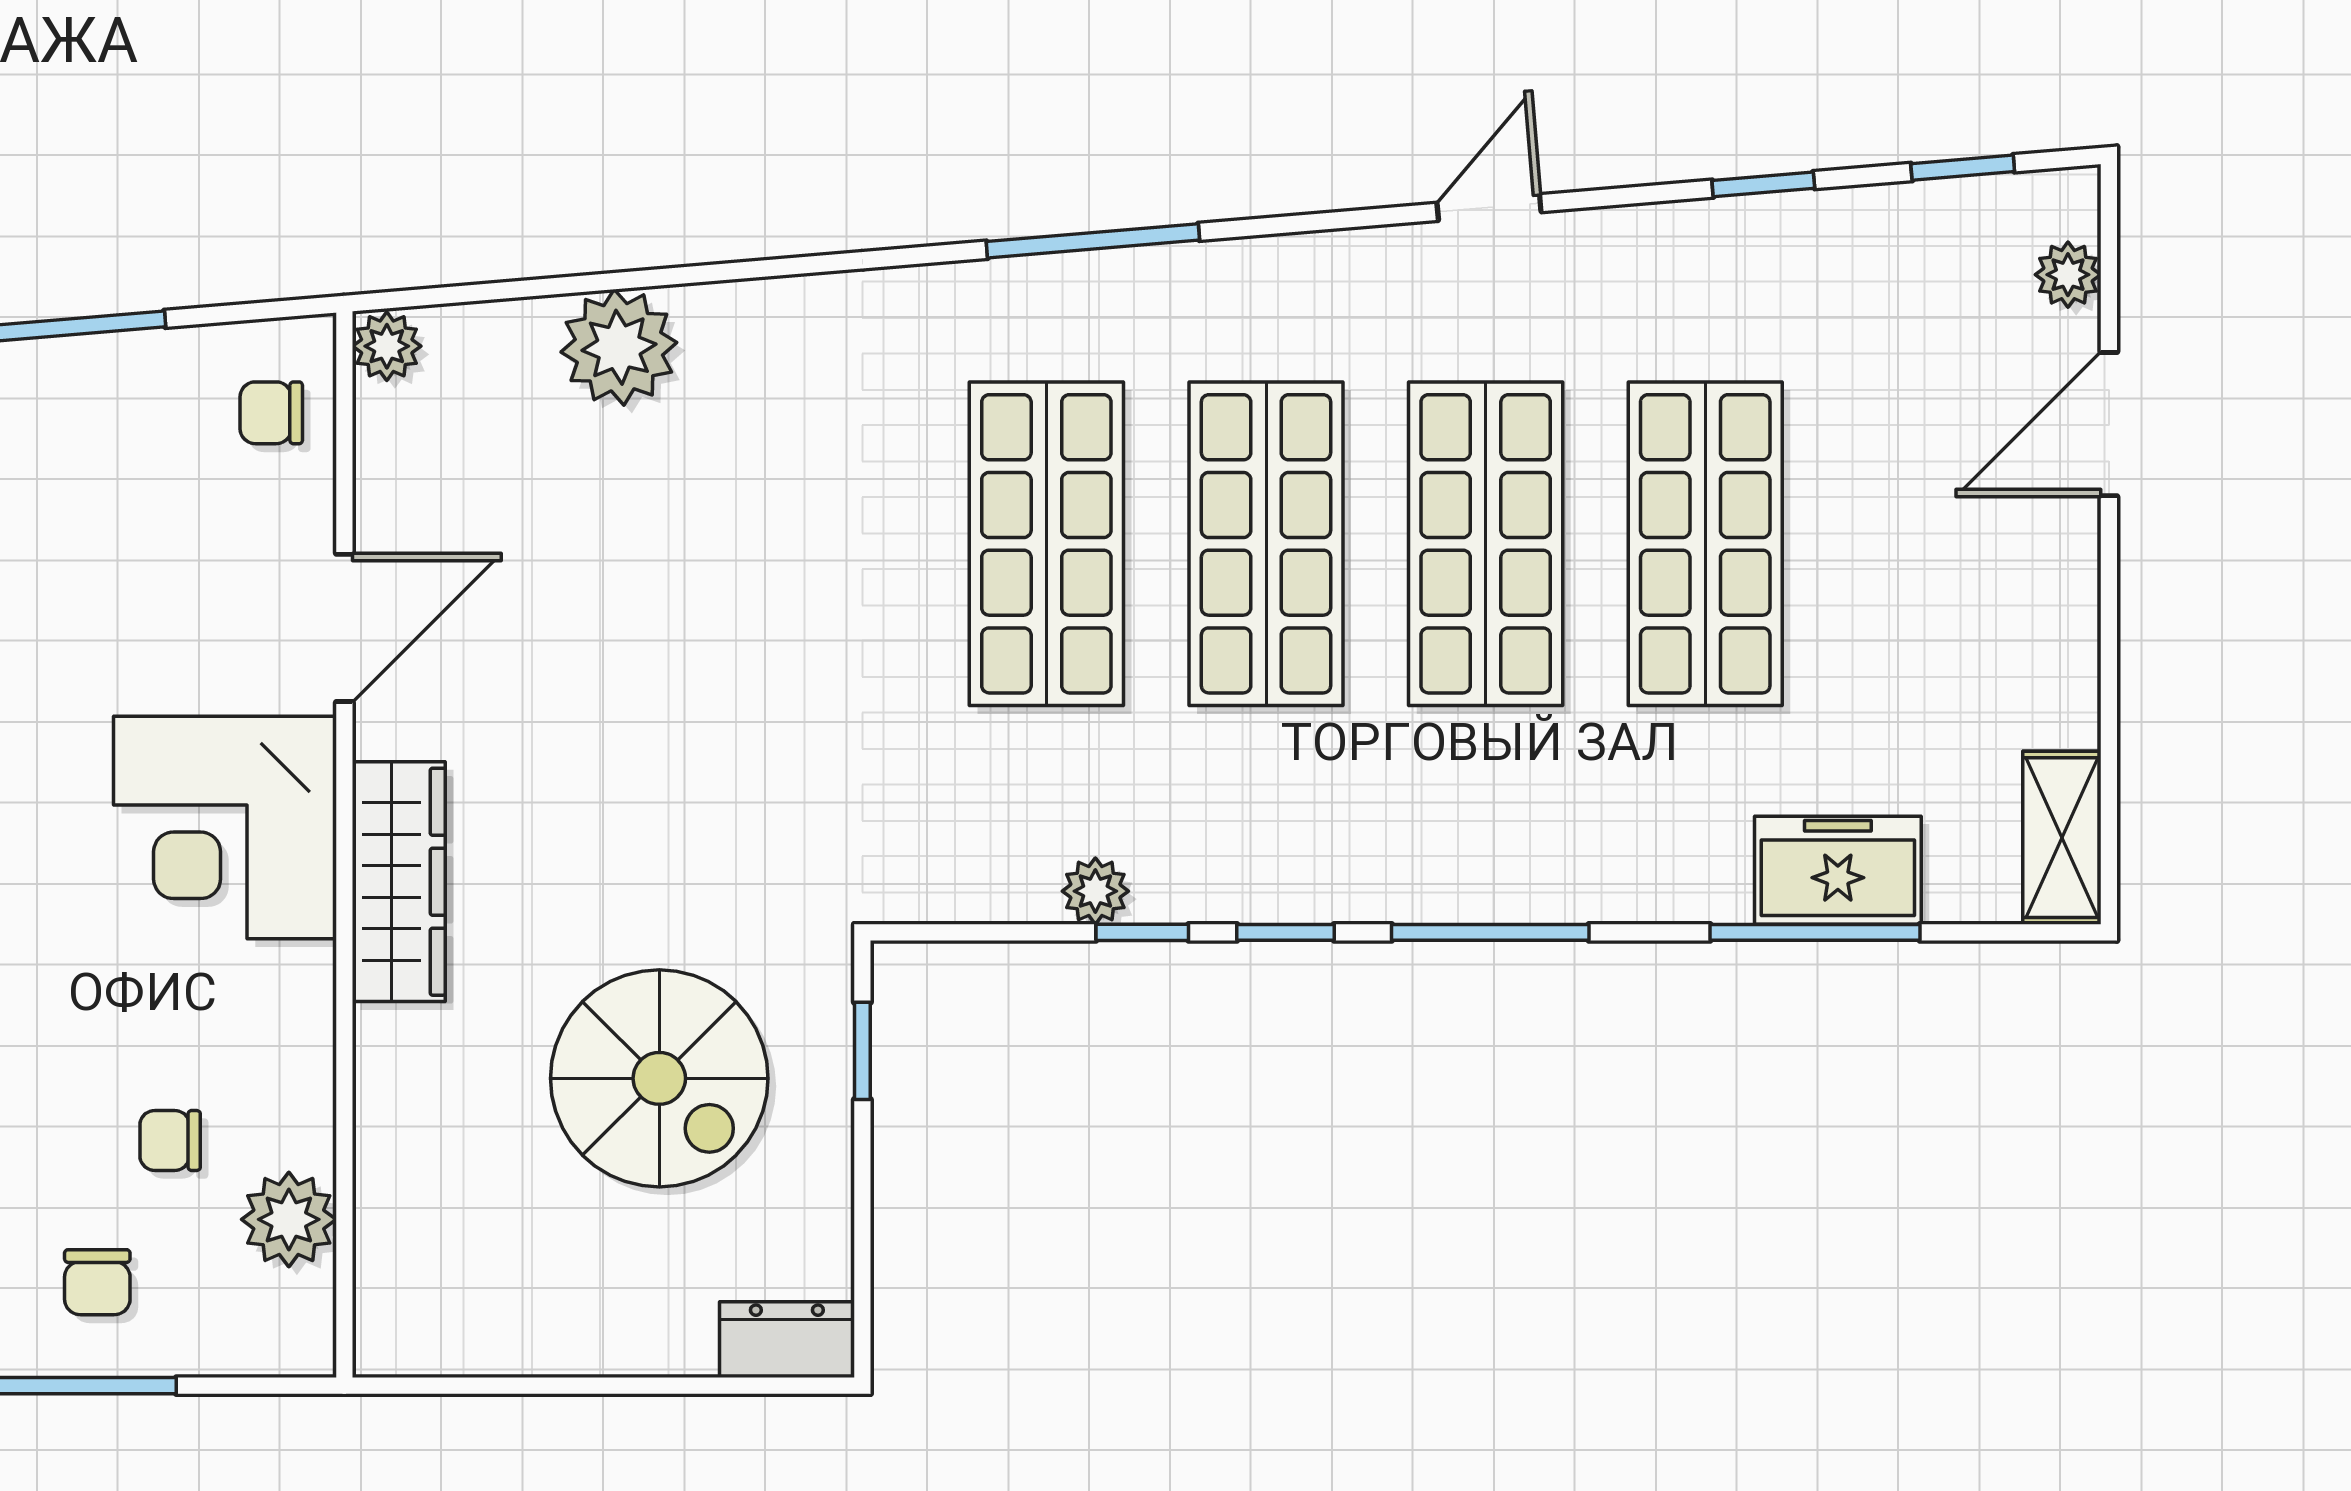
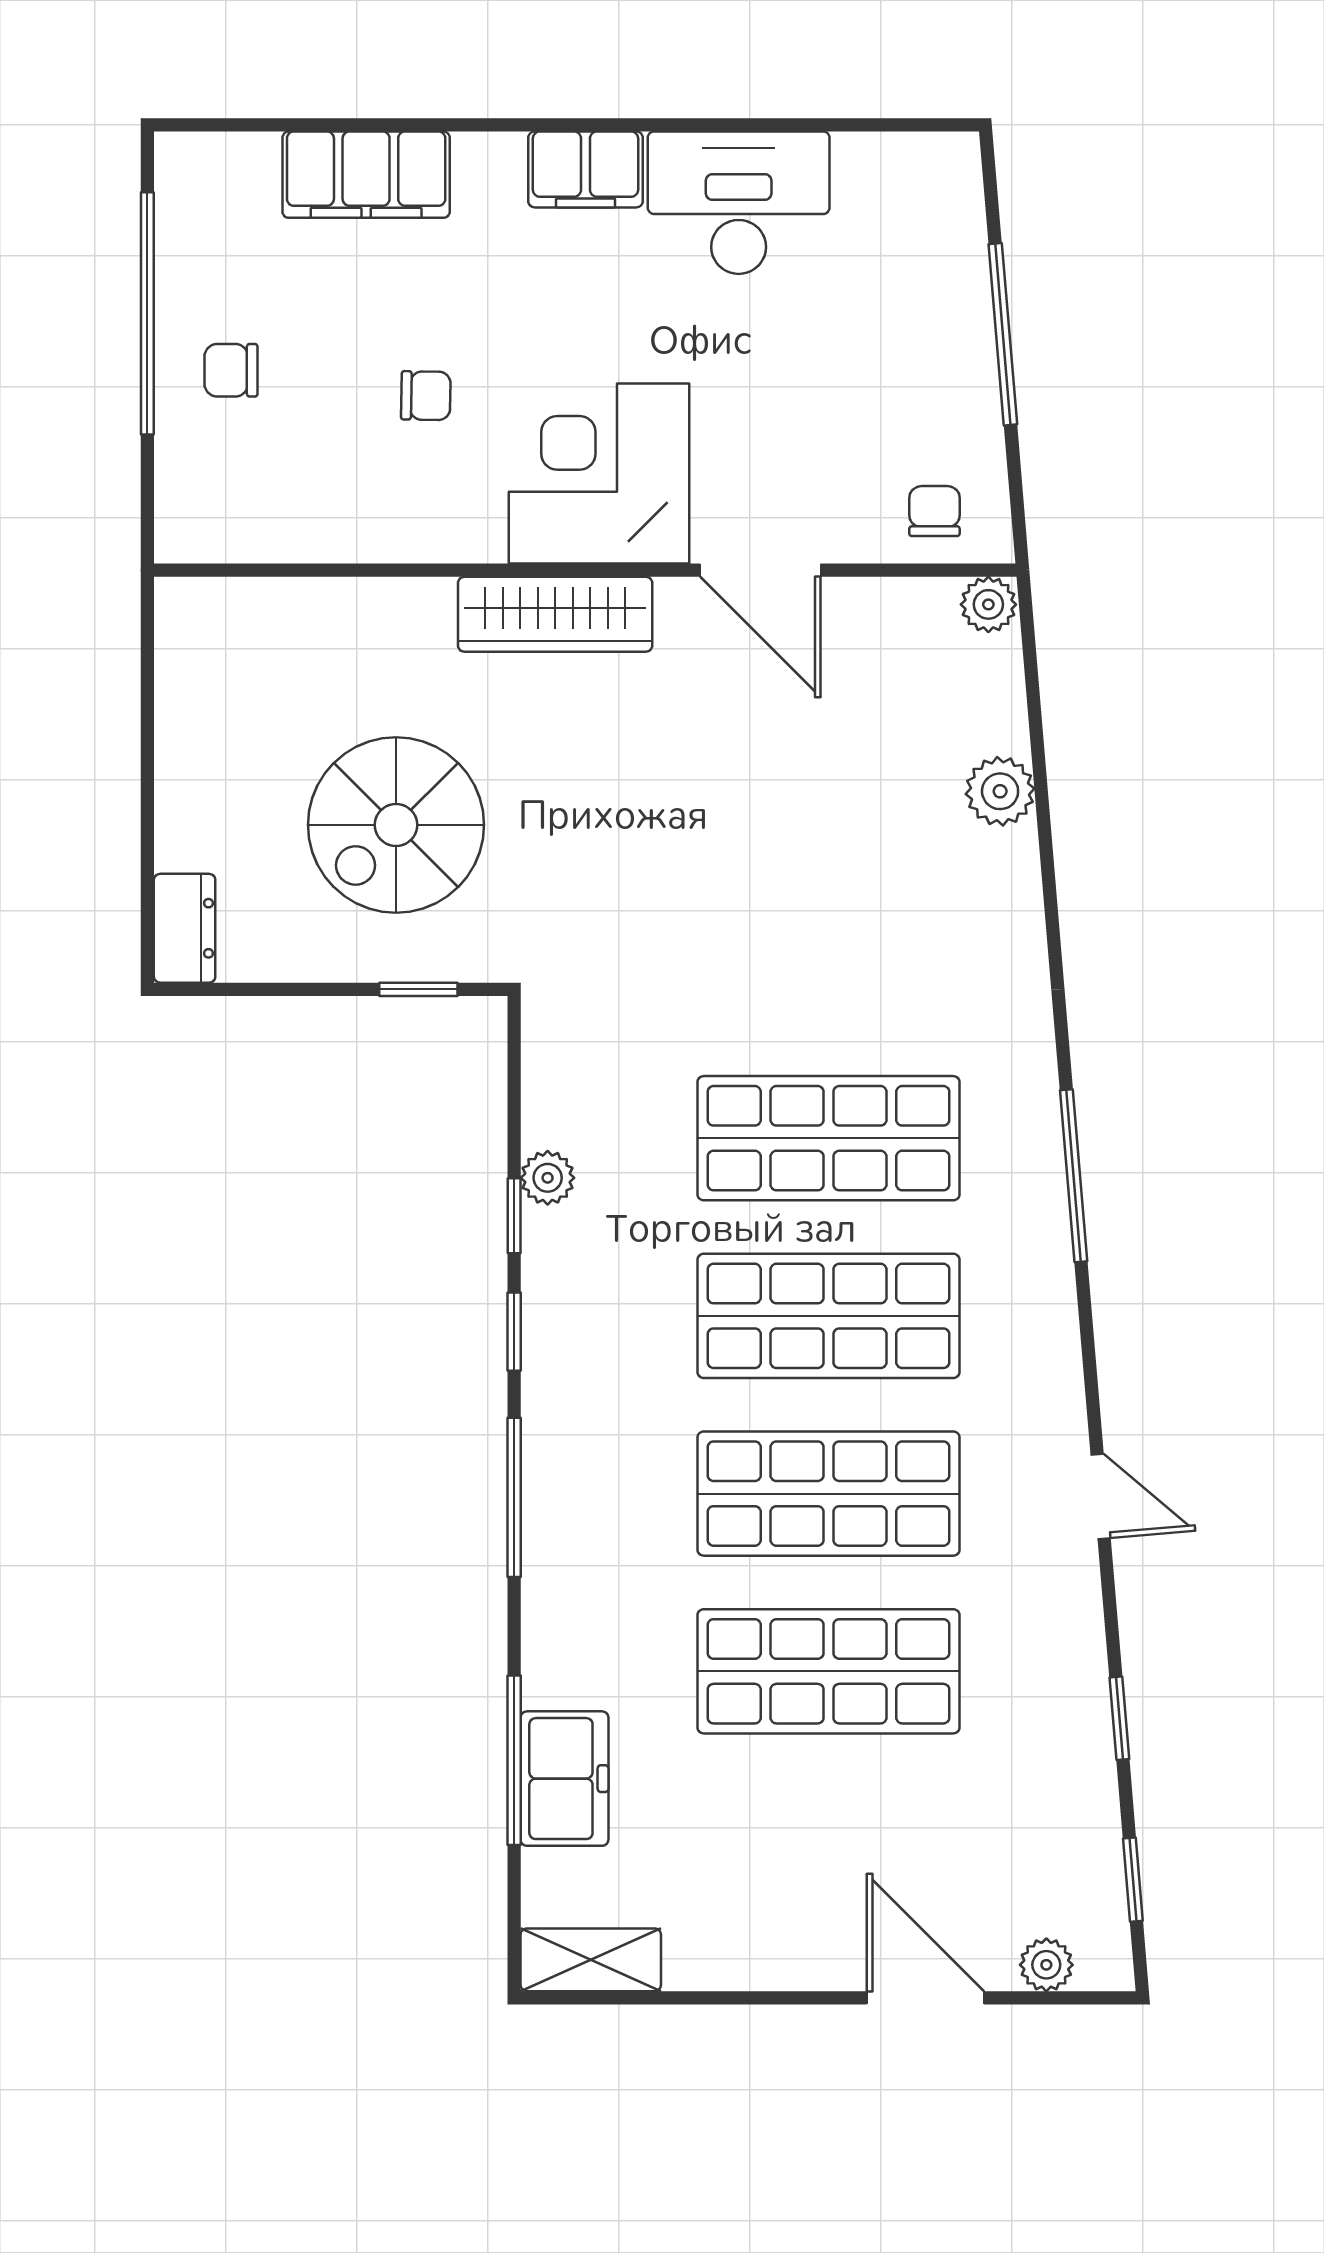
plant: (619, 347) -> (1000, 791), width x0.73, depth x0.73
chair: (170, 1140) -> (426, 396), moved, turned 91
plant: (289, 1219) -> (282, 525), removed

